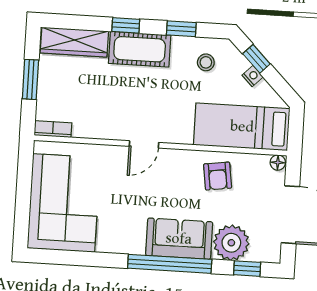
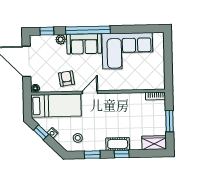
wardrobe: (74, 42) -> (154, 143), width x0.67
cot: (140, 49) -> (118, 144), width x0.73, depth x0.75
window: (256, 59) -> (41, 132), moved
door: (144, 144) -> (90, 92), moved
corner sofa: (64, 203) -> (127, 51), moved, turned -90
plant: (231, 243) -> (61, 39), width x0.53, depth x0.53

